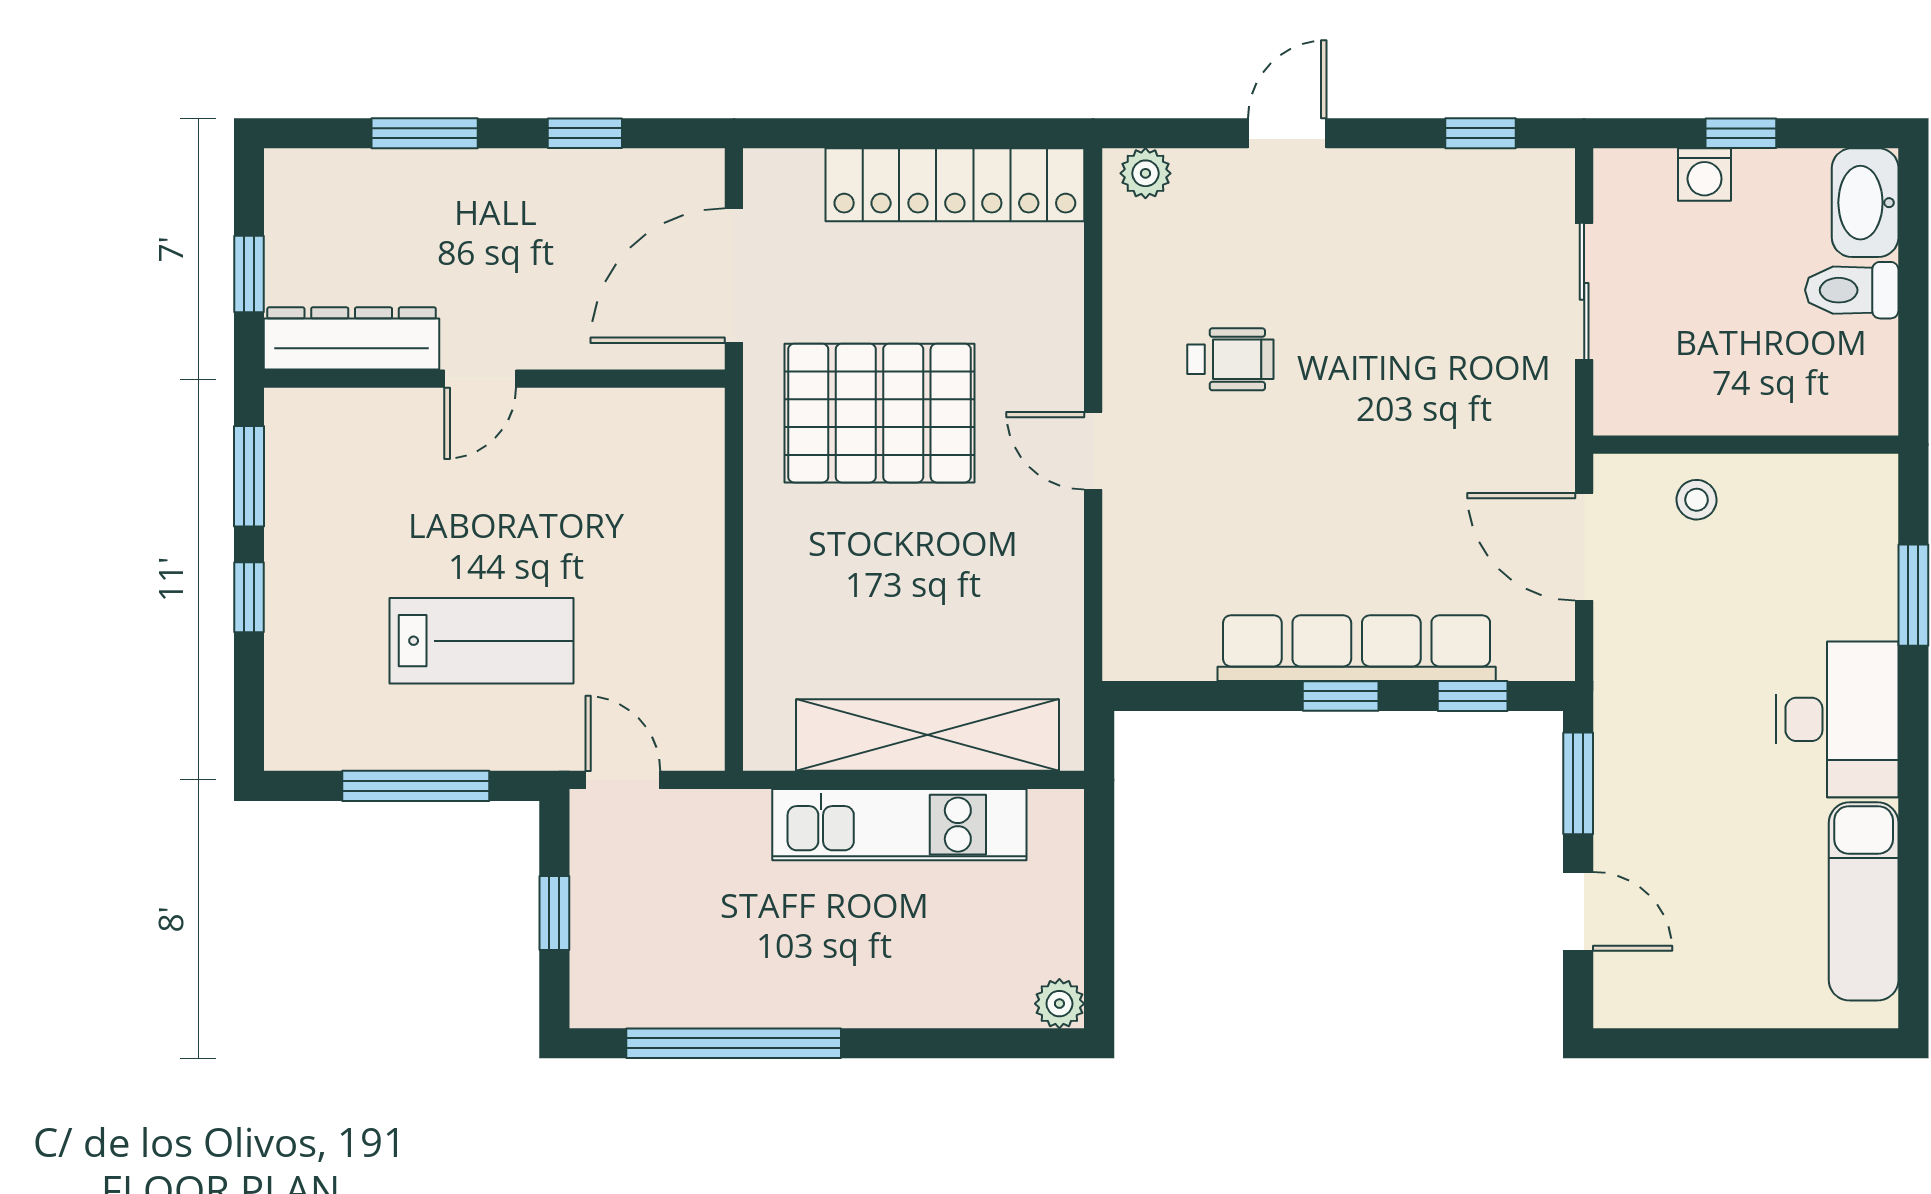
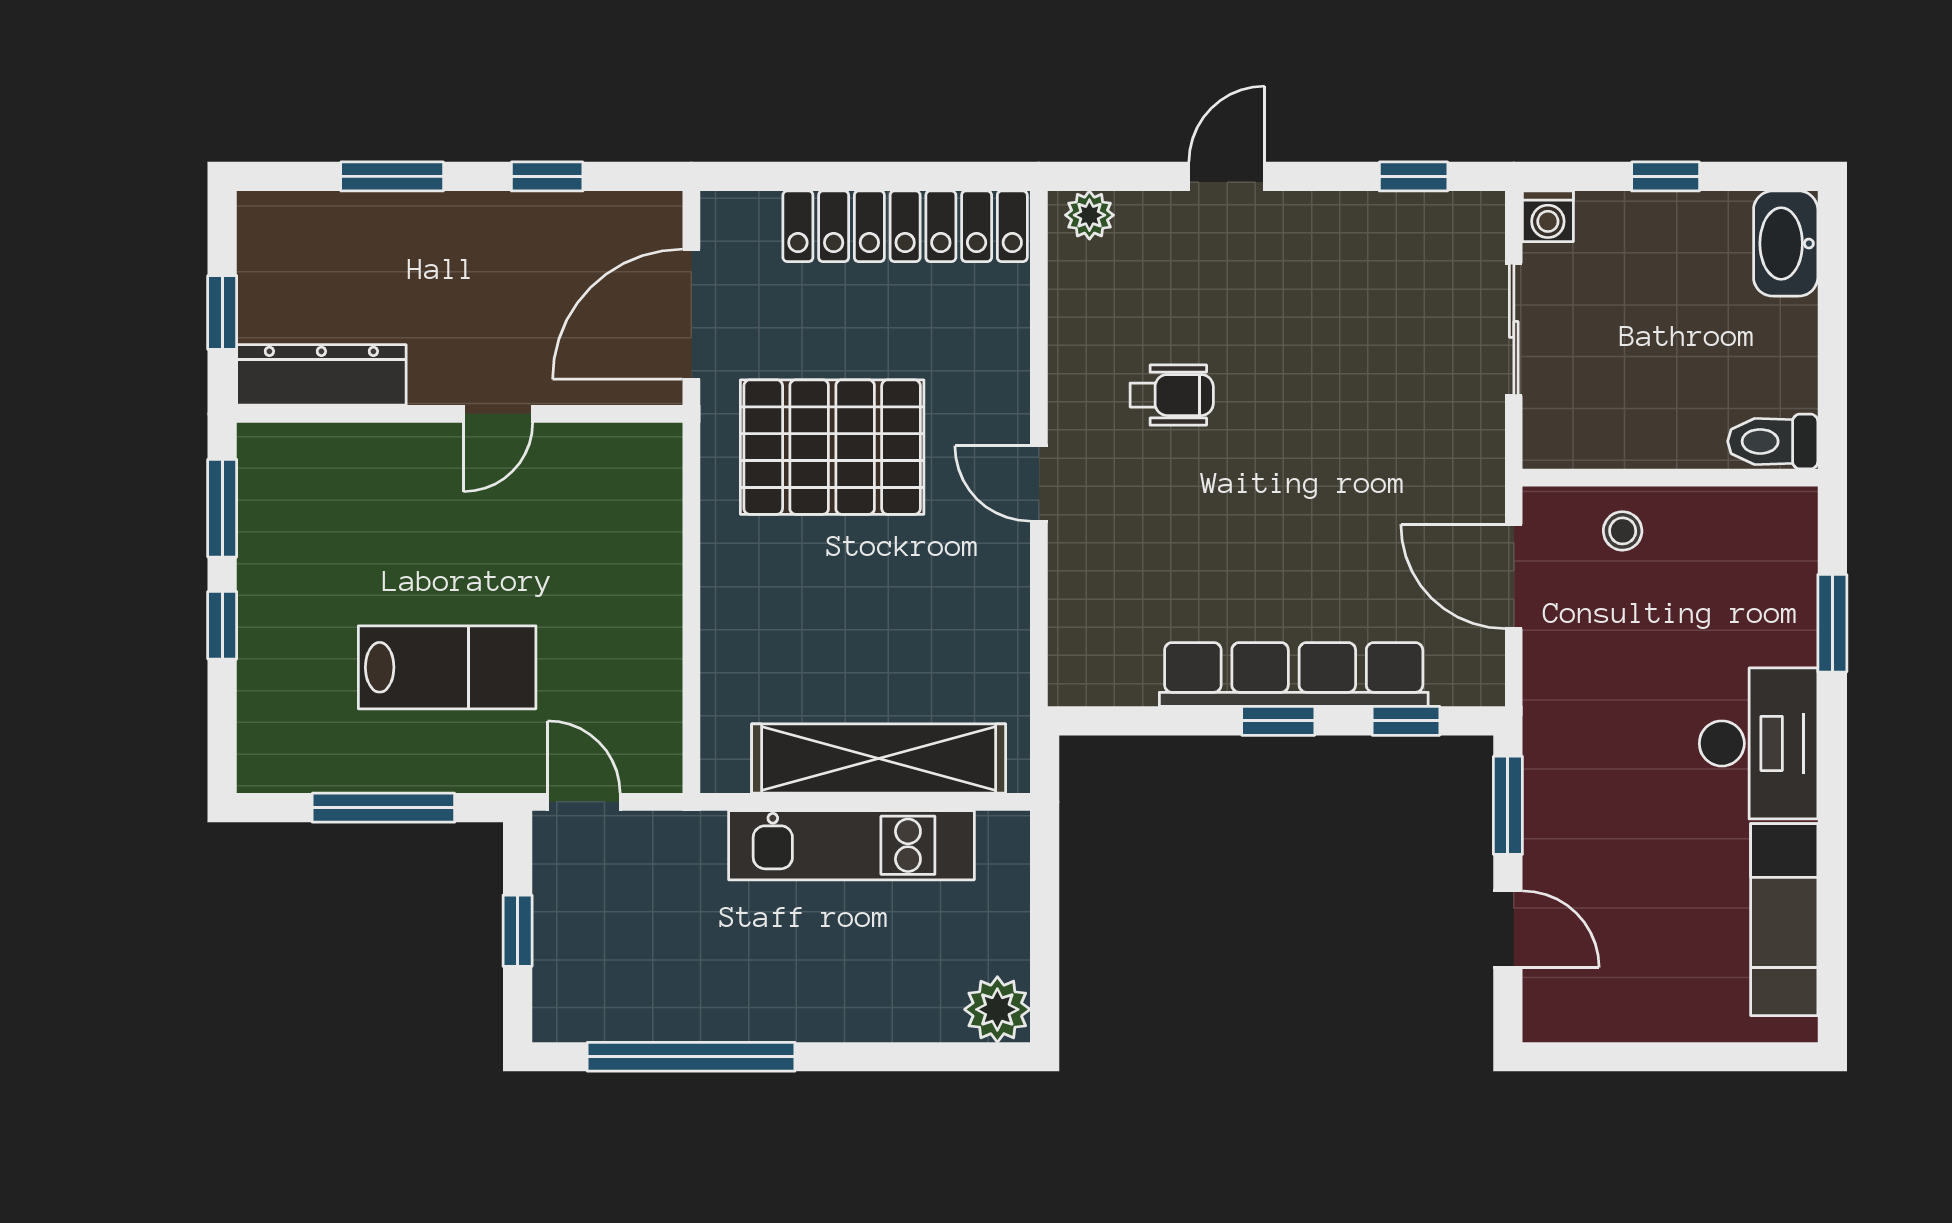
washing machine: (1705, 175) -> (1548, 216), moved
toilet: (1852, 290) -> (1773, 441), moved
door: (480, 379) -> (498, 414), moved
plant: (1059, 1004) -> (997, 1009), width x1.38, depth x1.38

